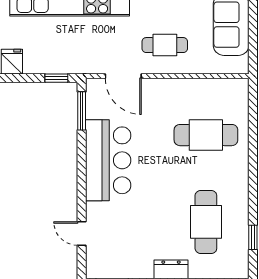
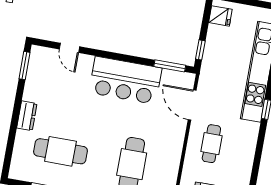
door: (123, 76) -> (192, 105), hinge flipped
door: (82, 233) -> (69, 48), swing flipped

